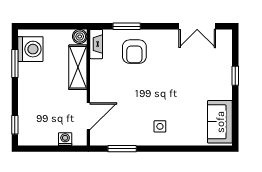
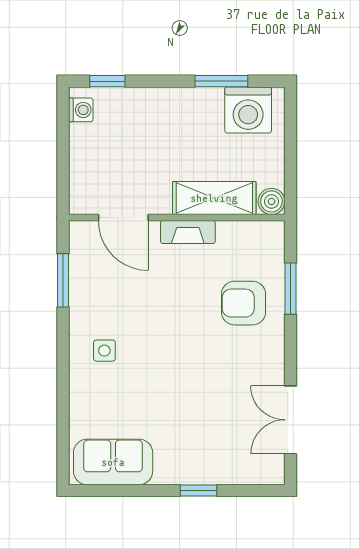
fireplace: (96, 44) -> (188, 232), moved
washing machine: (65, 139) -> (81, 110), moved

